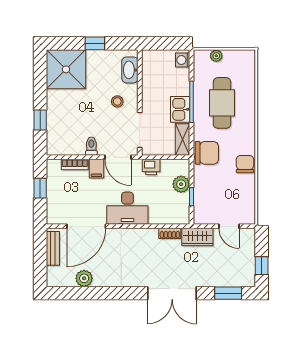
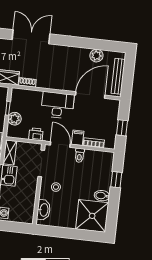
window: (95, 43) -> (68, 233), removed
bidet: (56, 97) -> (102, 196), added
bench: (53, 248) -> (118, 76), width x1.36

